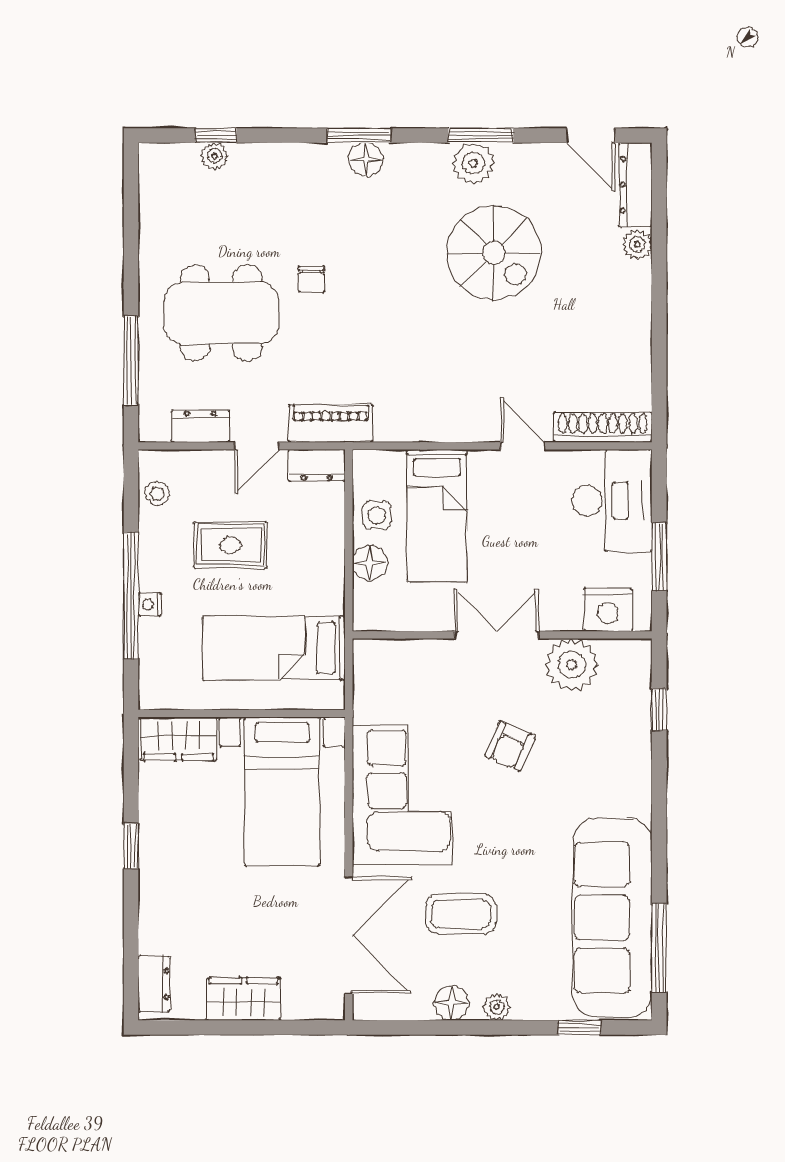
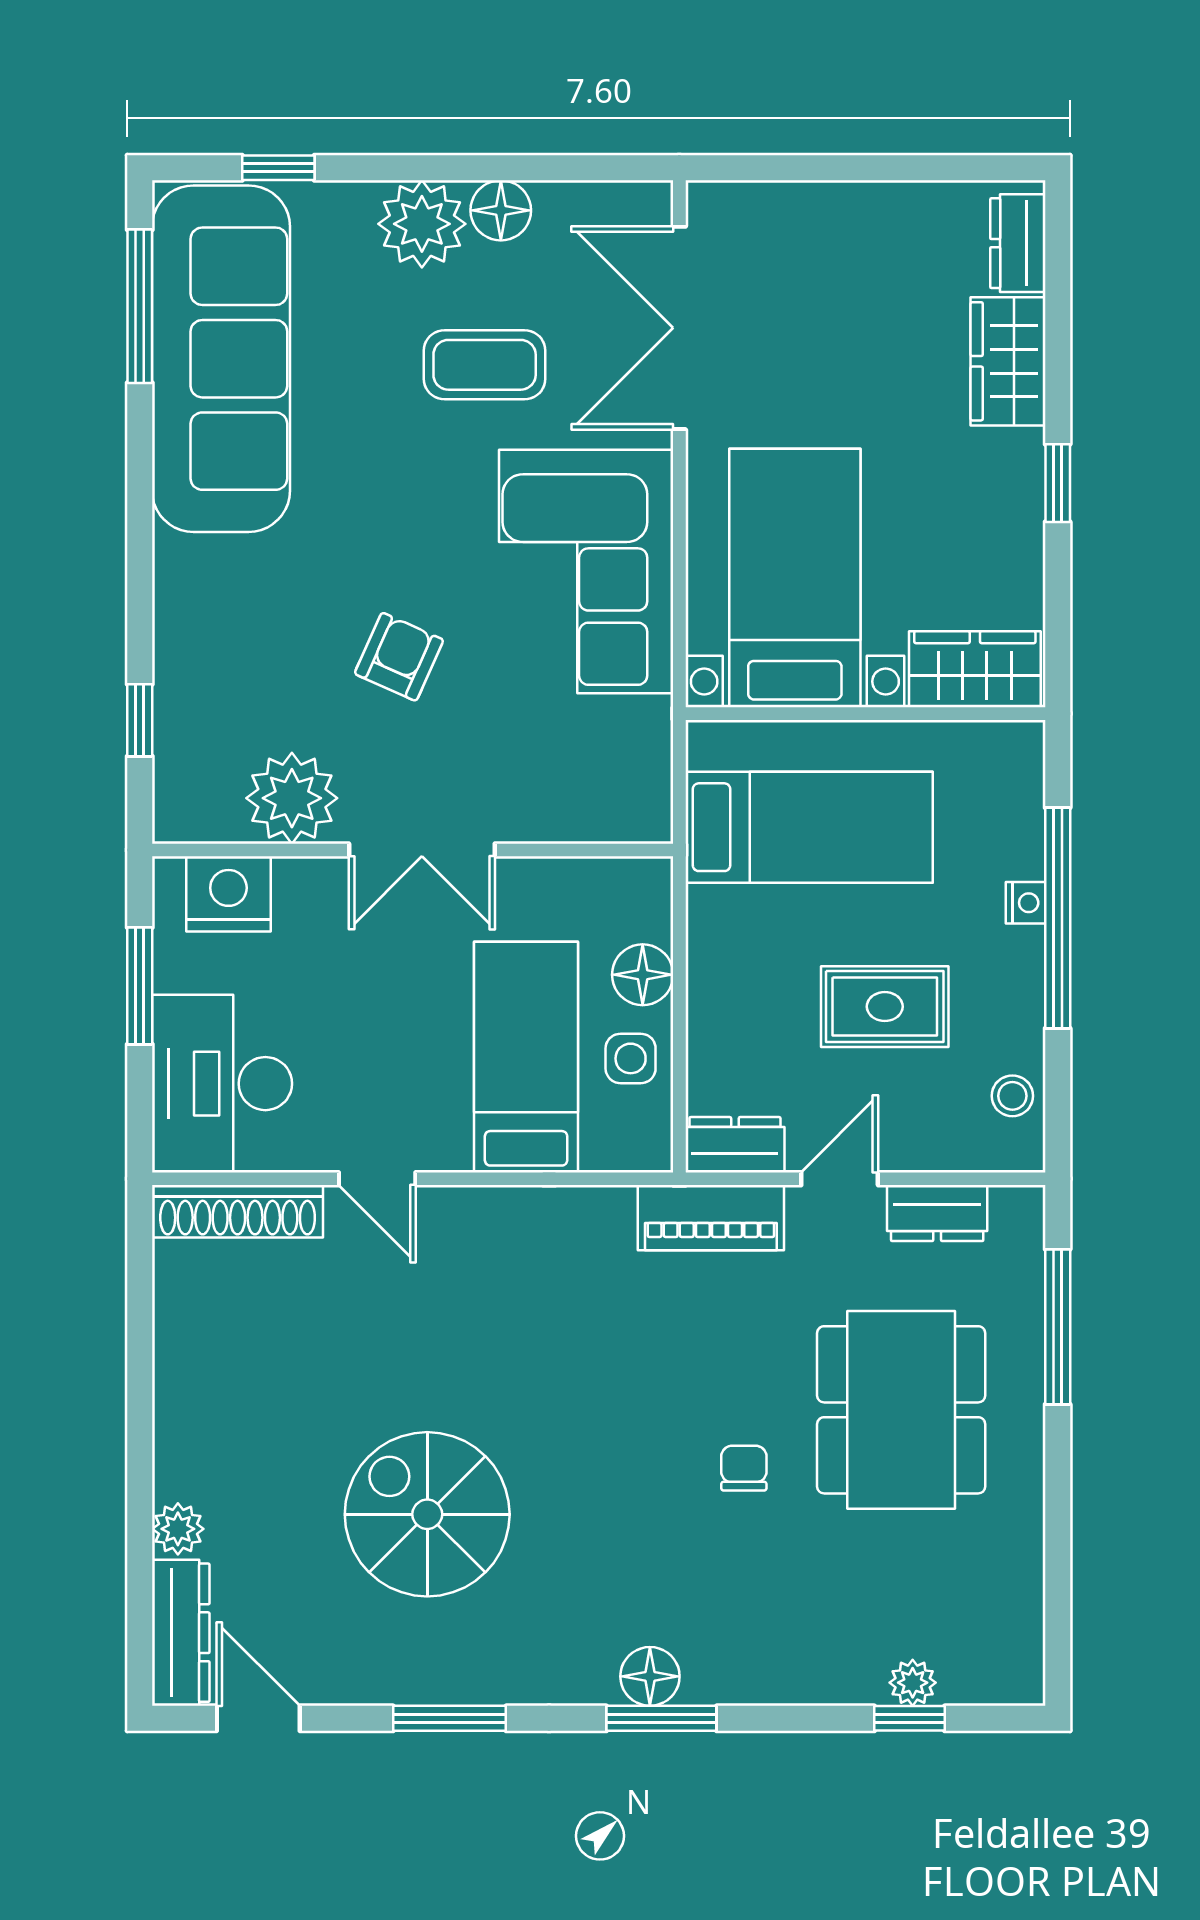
plant: (473, 163) -> (463, 1670), removed
dining table: (221, 313) -> (901, 1410), turned 90
wardrobe: (244, 999) -> (1008, 361), moved, turned 90
plant: (497, 1007) -> (422, 224), width x1.88, depth x1.88

